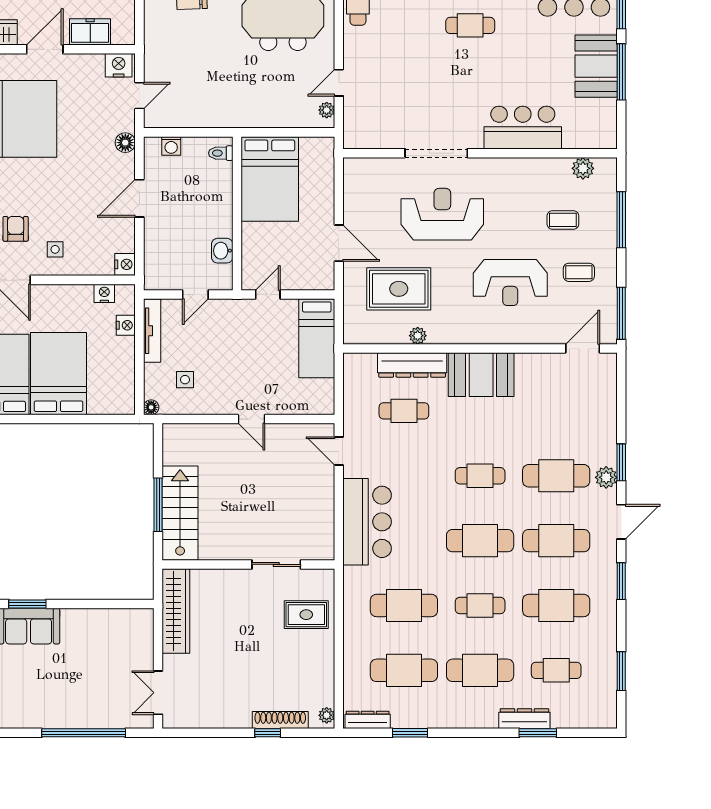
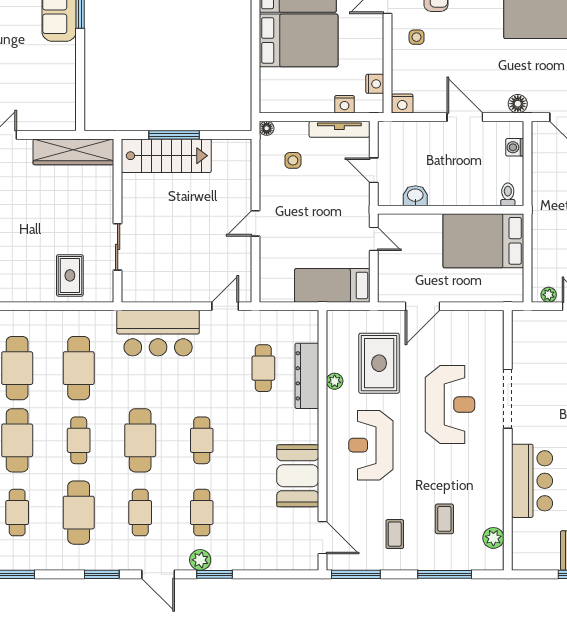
reception desk: (510, 283) -> (371, 445), moved
booth: (481, 375) -> (298, 476), moved
cafe table: (556, 476) -> (202, 513), width x0.73, depth x0.74
cafe table: (556, 541) -> (140, 513), width x0.73, depth x0.74

